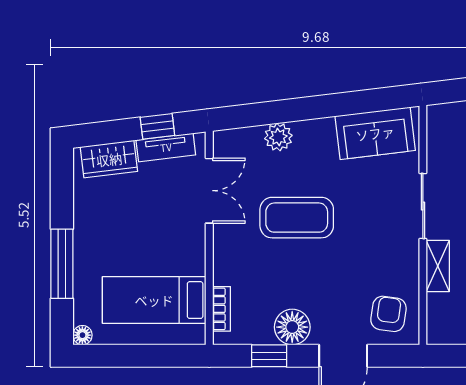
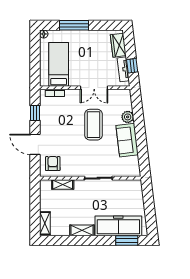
sofa: (375, 133) -> (127, 140), moved
double door: (209, 191) -> (94, 88), moved
shelving: (438, 266) -> (63, 184), moved
armchair: (388, 314) -> (53, 164), turned -98
floor lamp: (292, 327) -> (47, 123), removed

